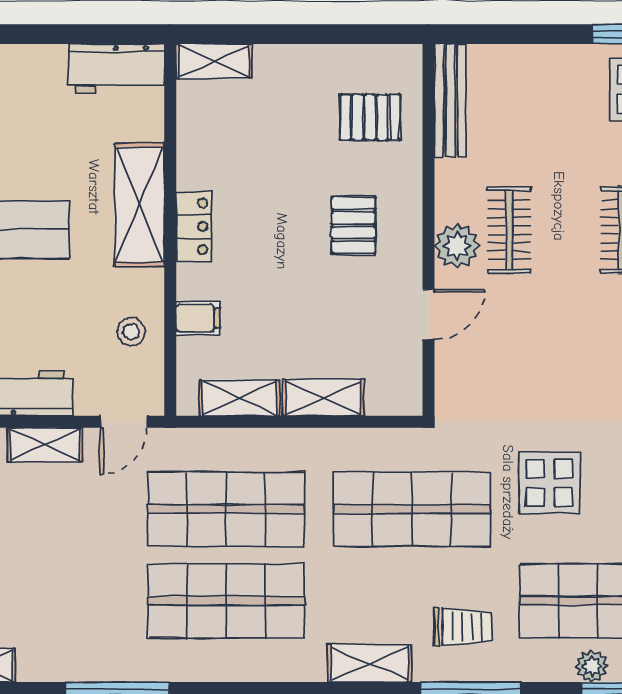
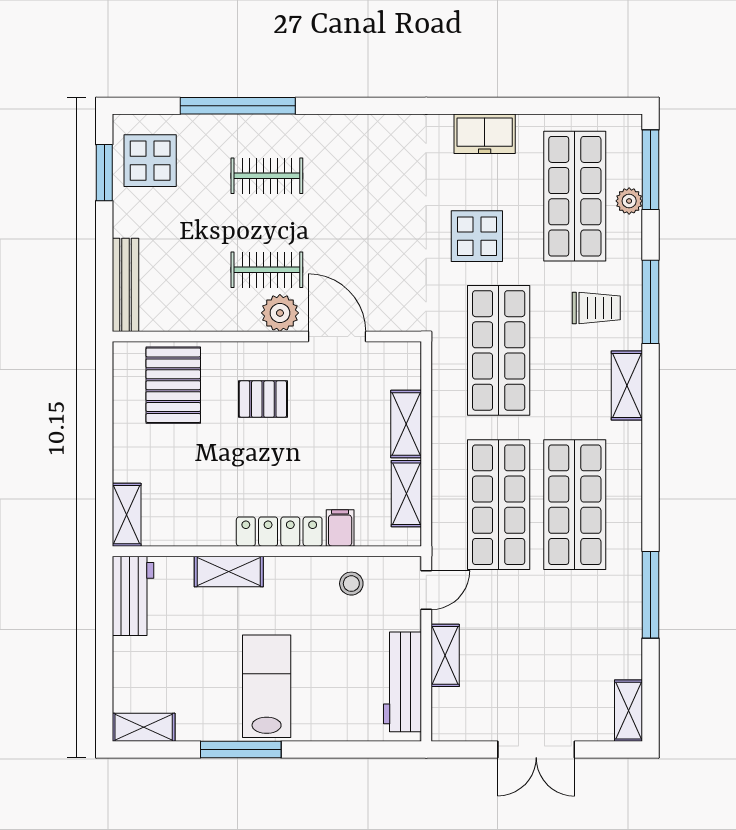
bench: (450, 100) -> (126, 285), moved, turned 90
pallet: (370, 117) -> (173, 385), width x1.50, depth x1.42
shelving: (140, 205) -> (229, 571), width x0.67, depth x0.75
locker: (194, 226) -> (279, 532), width x1.53
door: (429, 314) -> (337, 337), width x1.38
door: (123, 422) -> (426, 590), hinge flipped
trolley: (463, 627) -> (596, 308), turned 90

